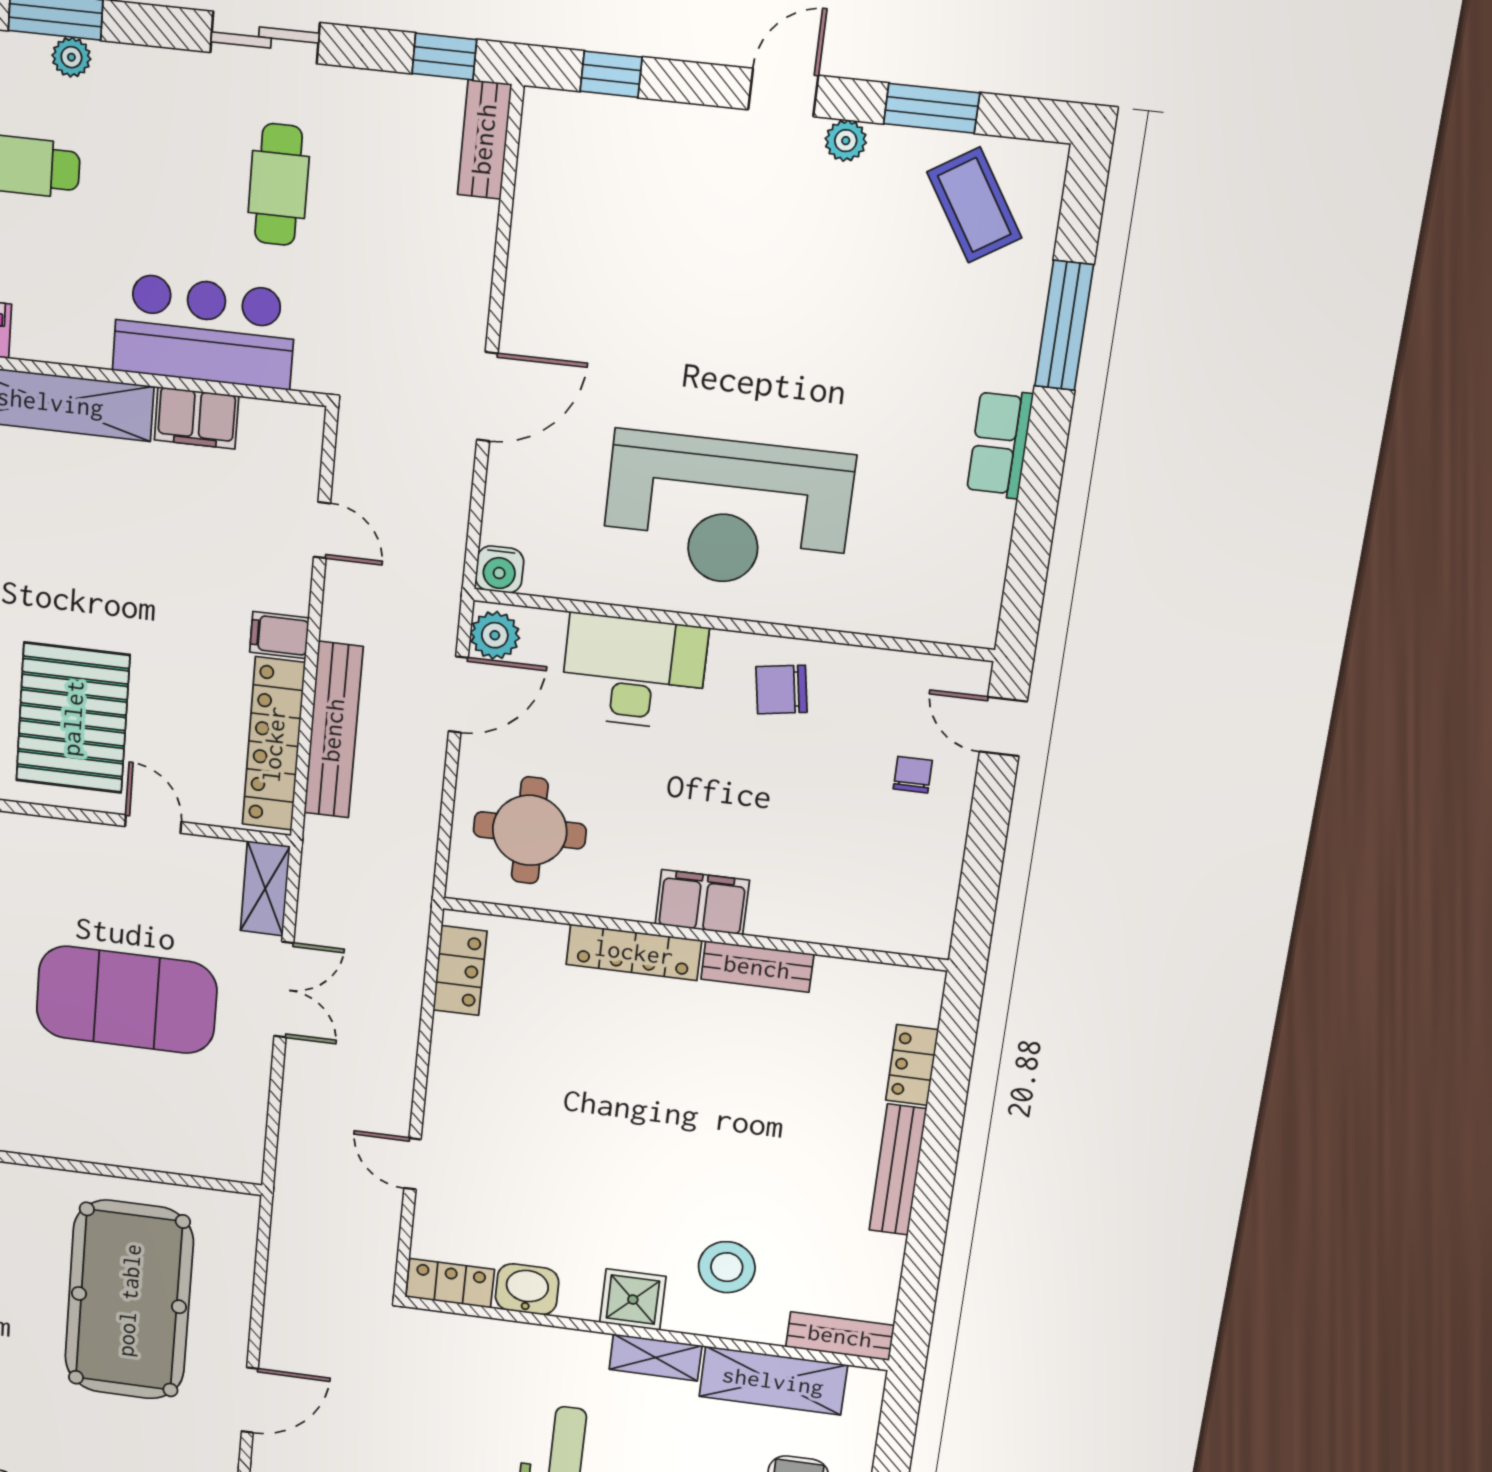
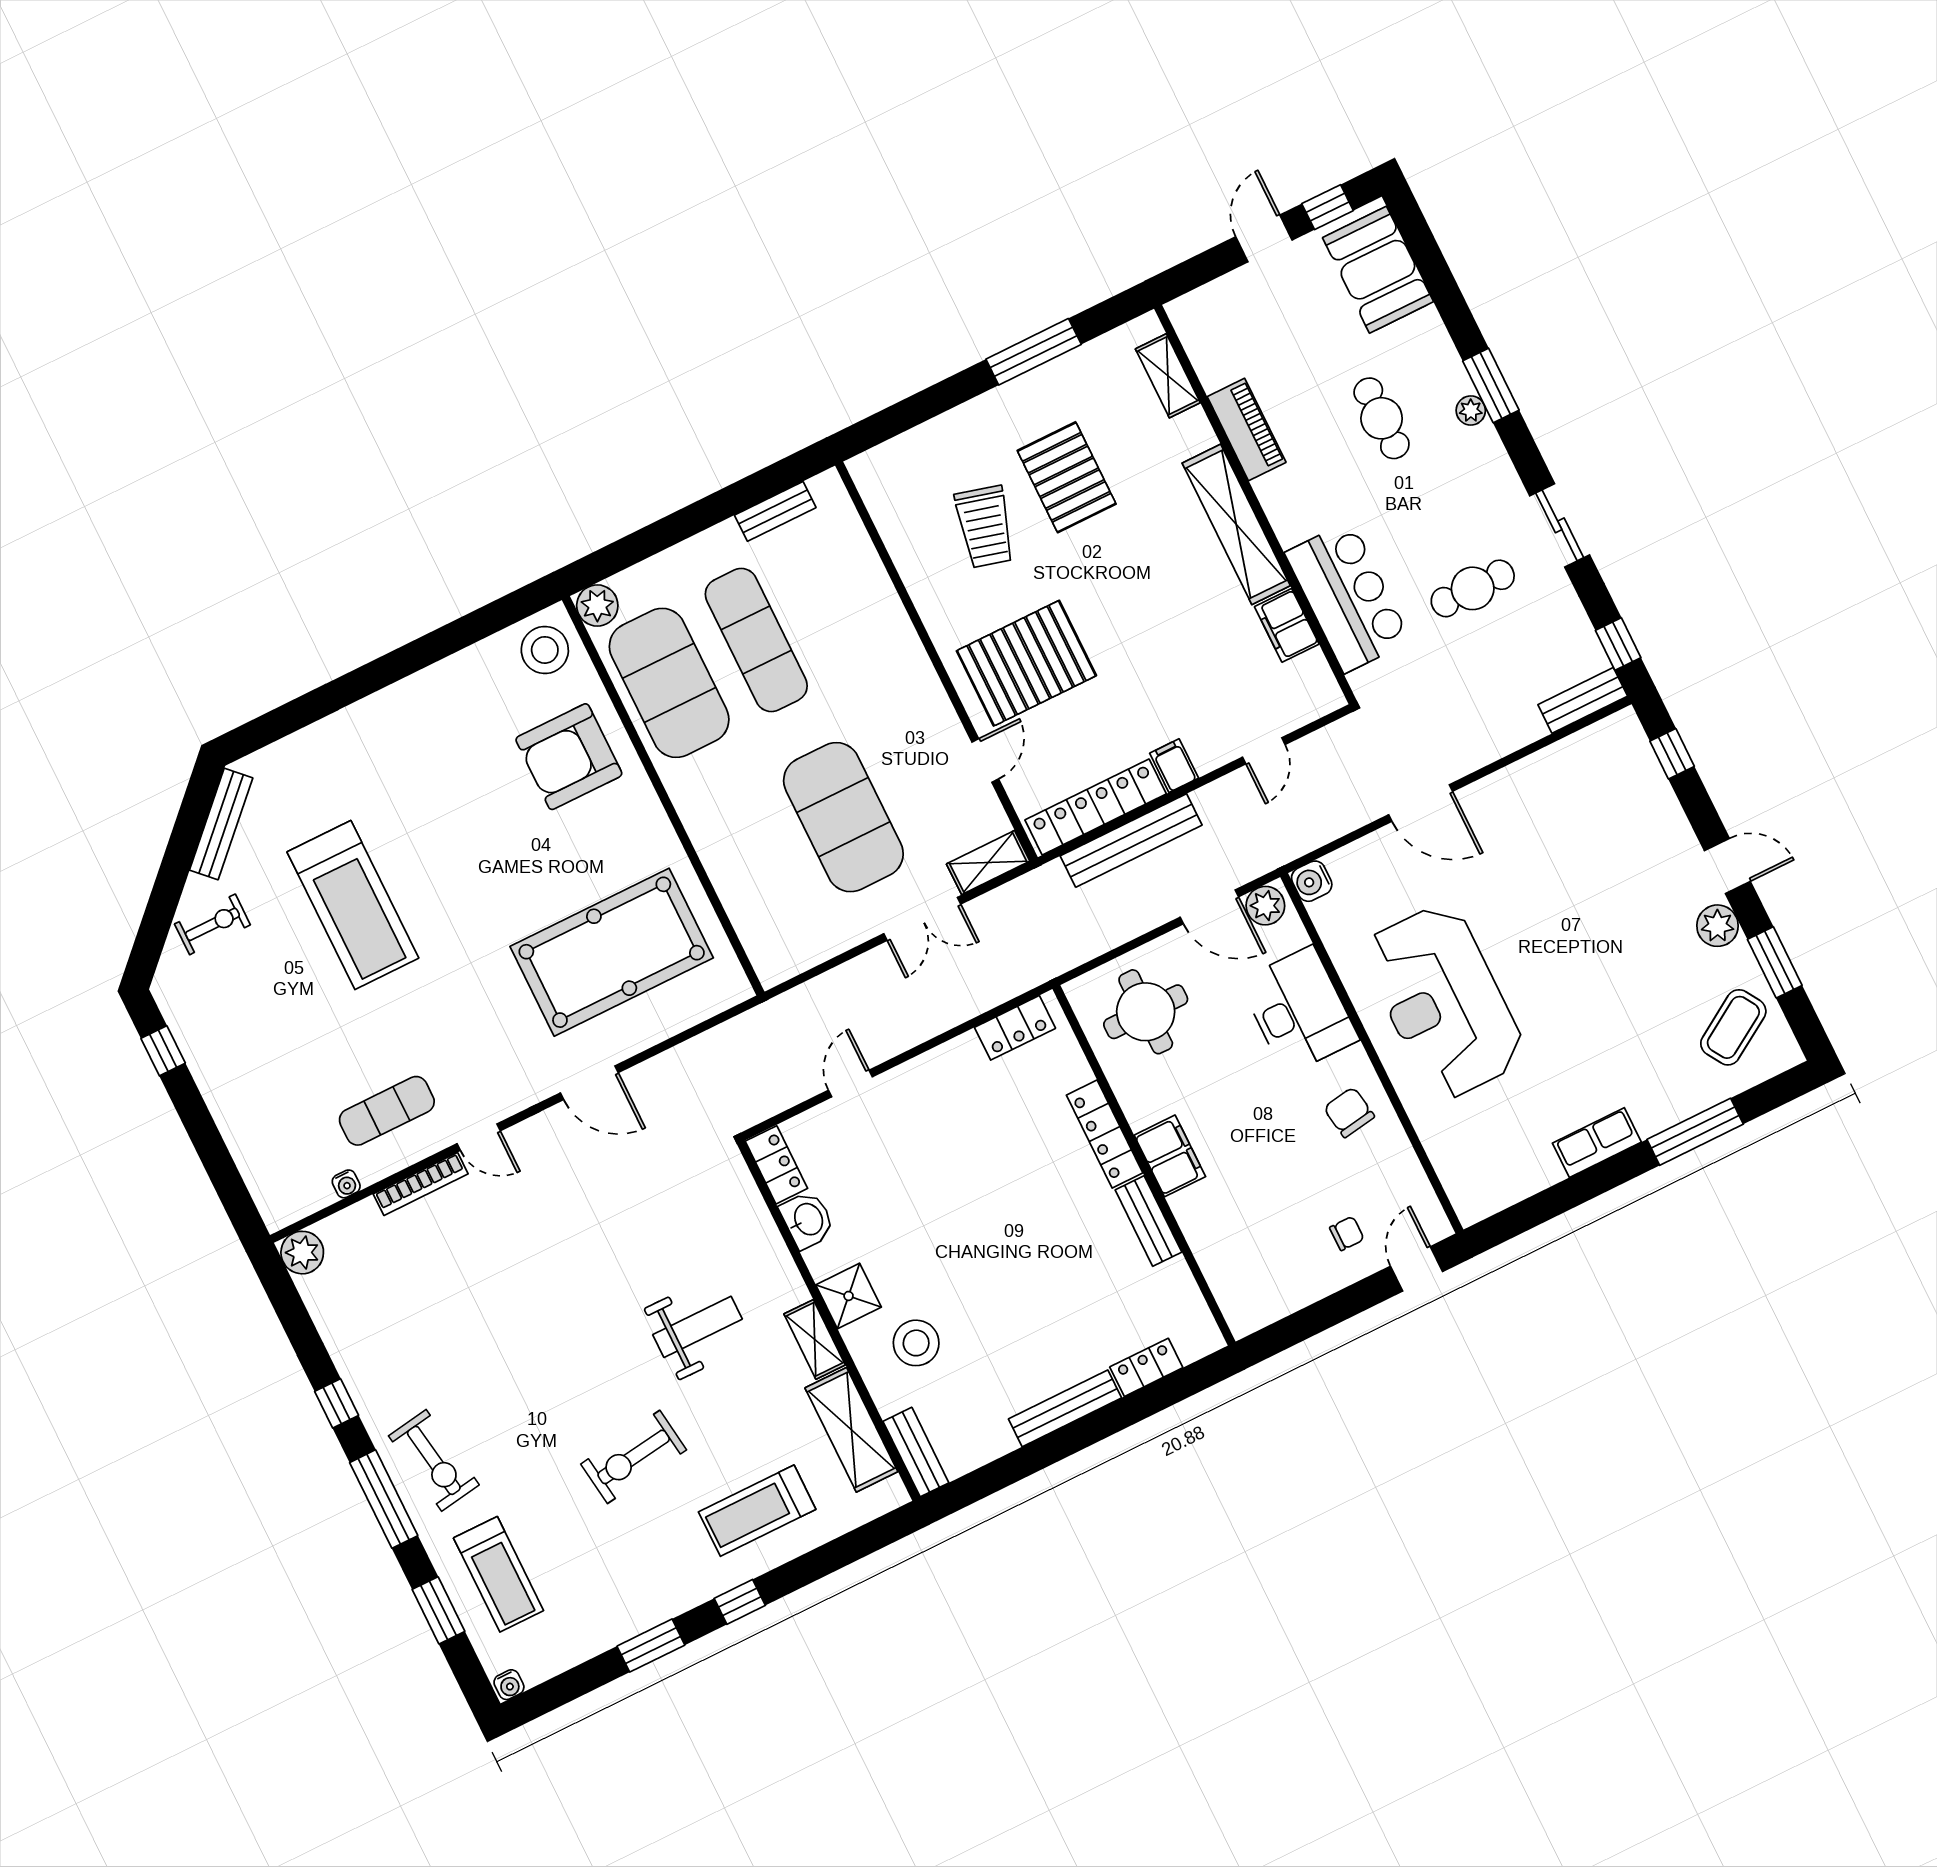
plant: (846, 141) -> (1717, 926), width x1.38, depth x1.38

